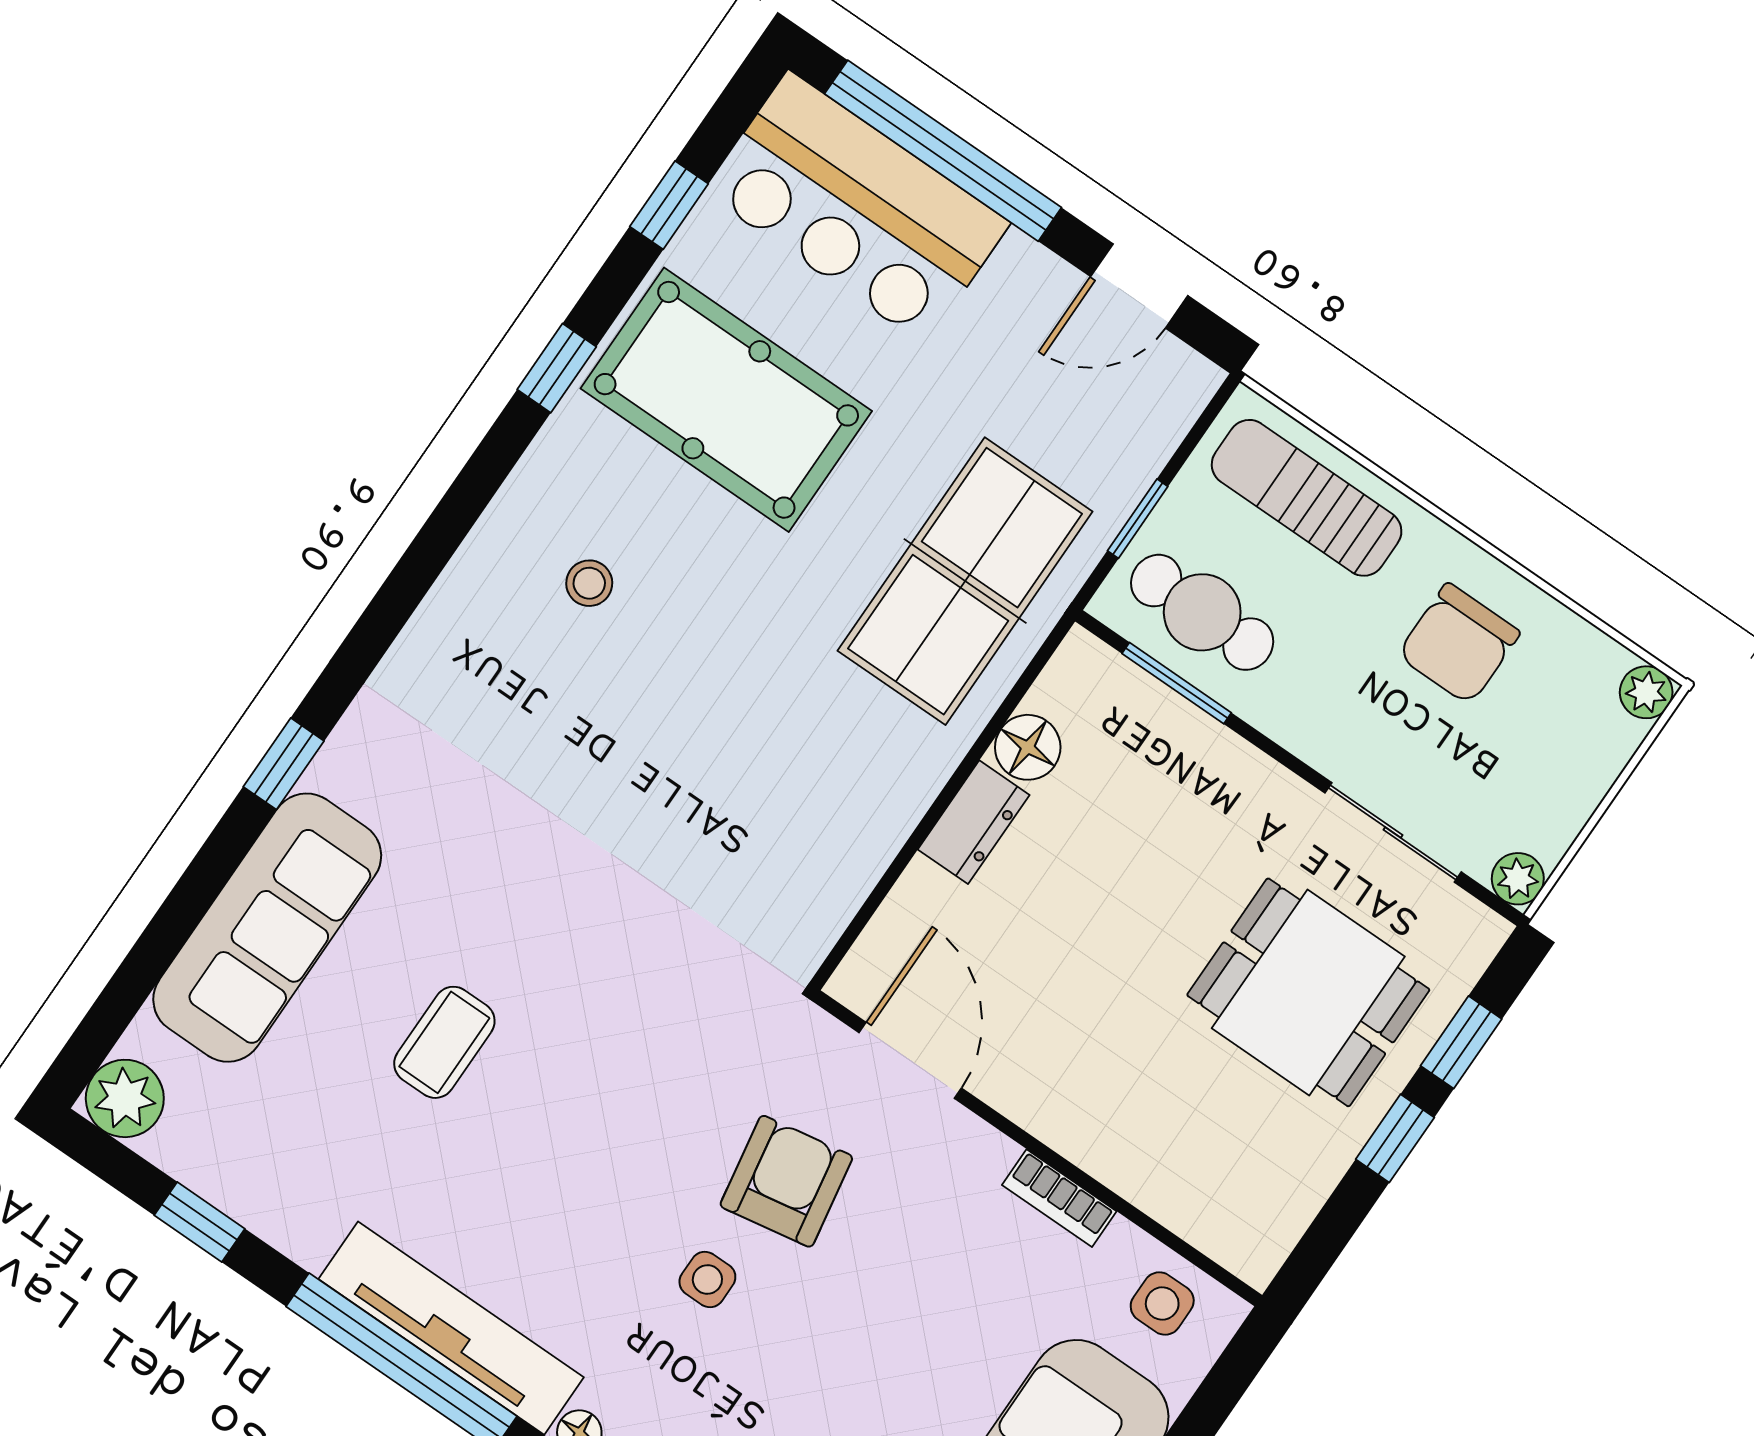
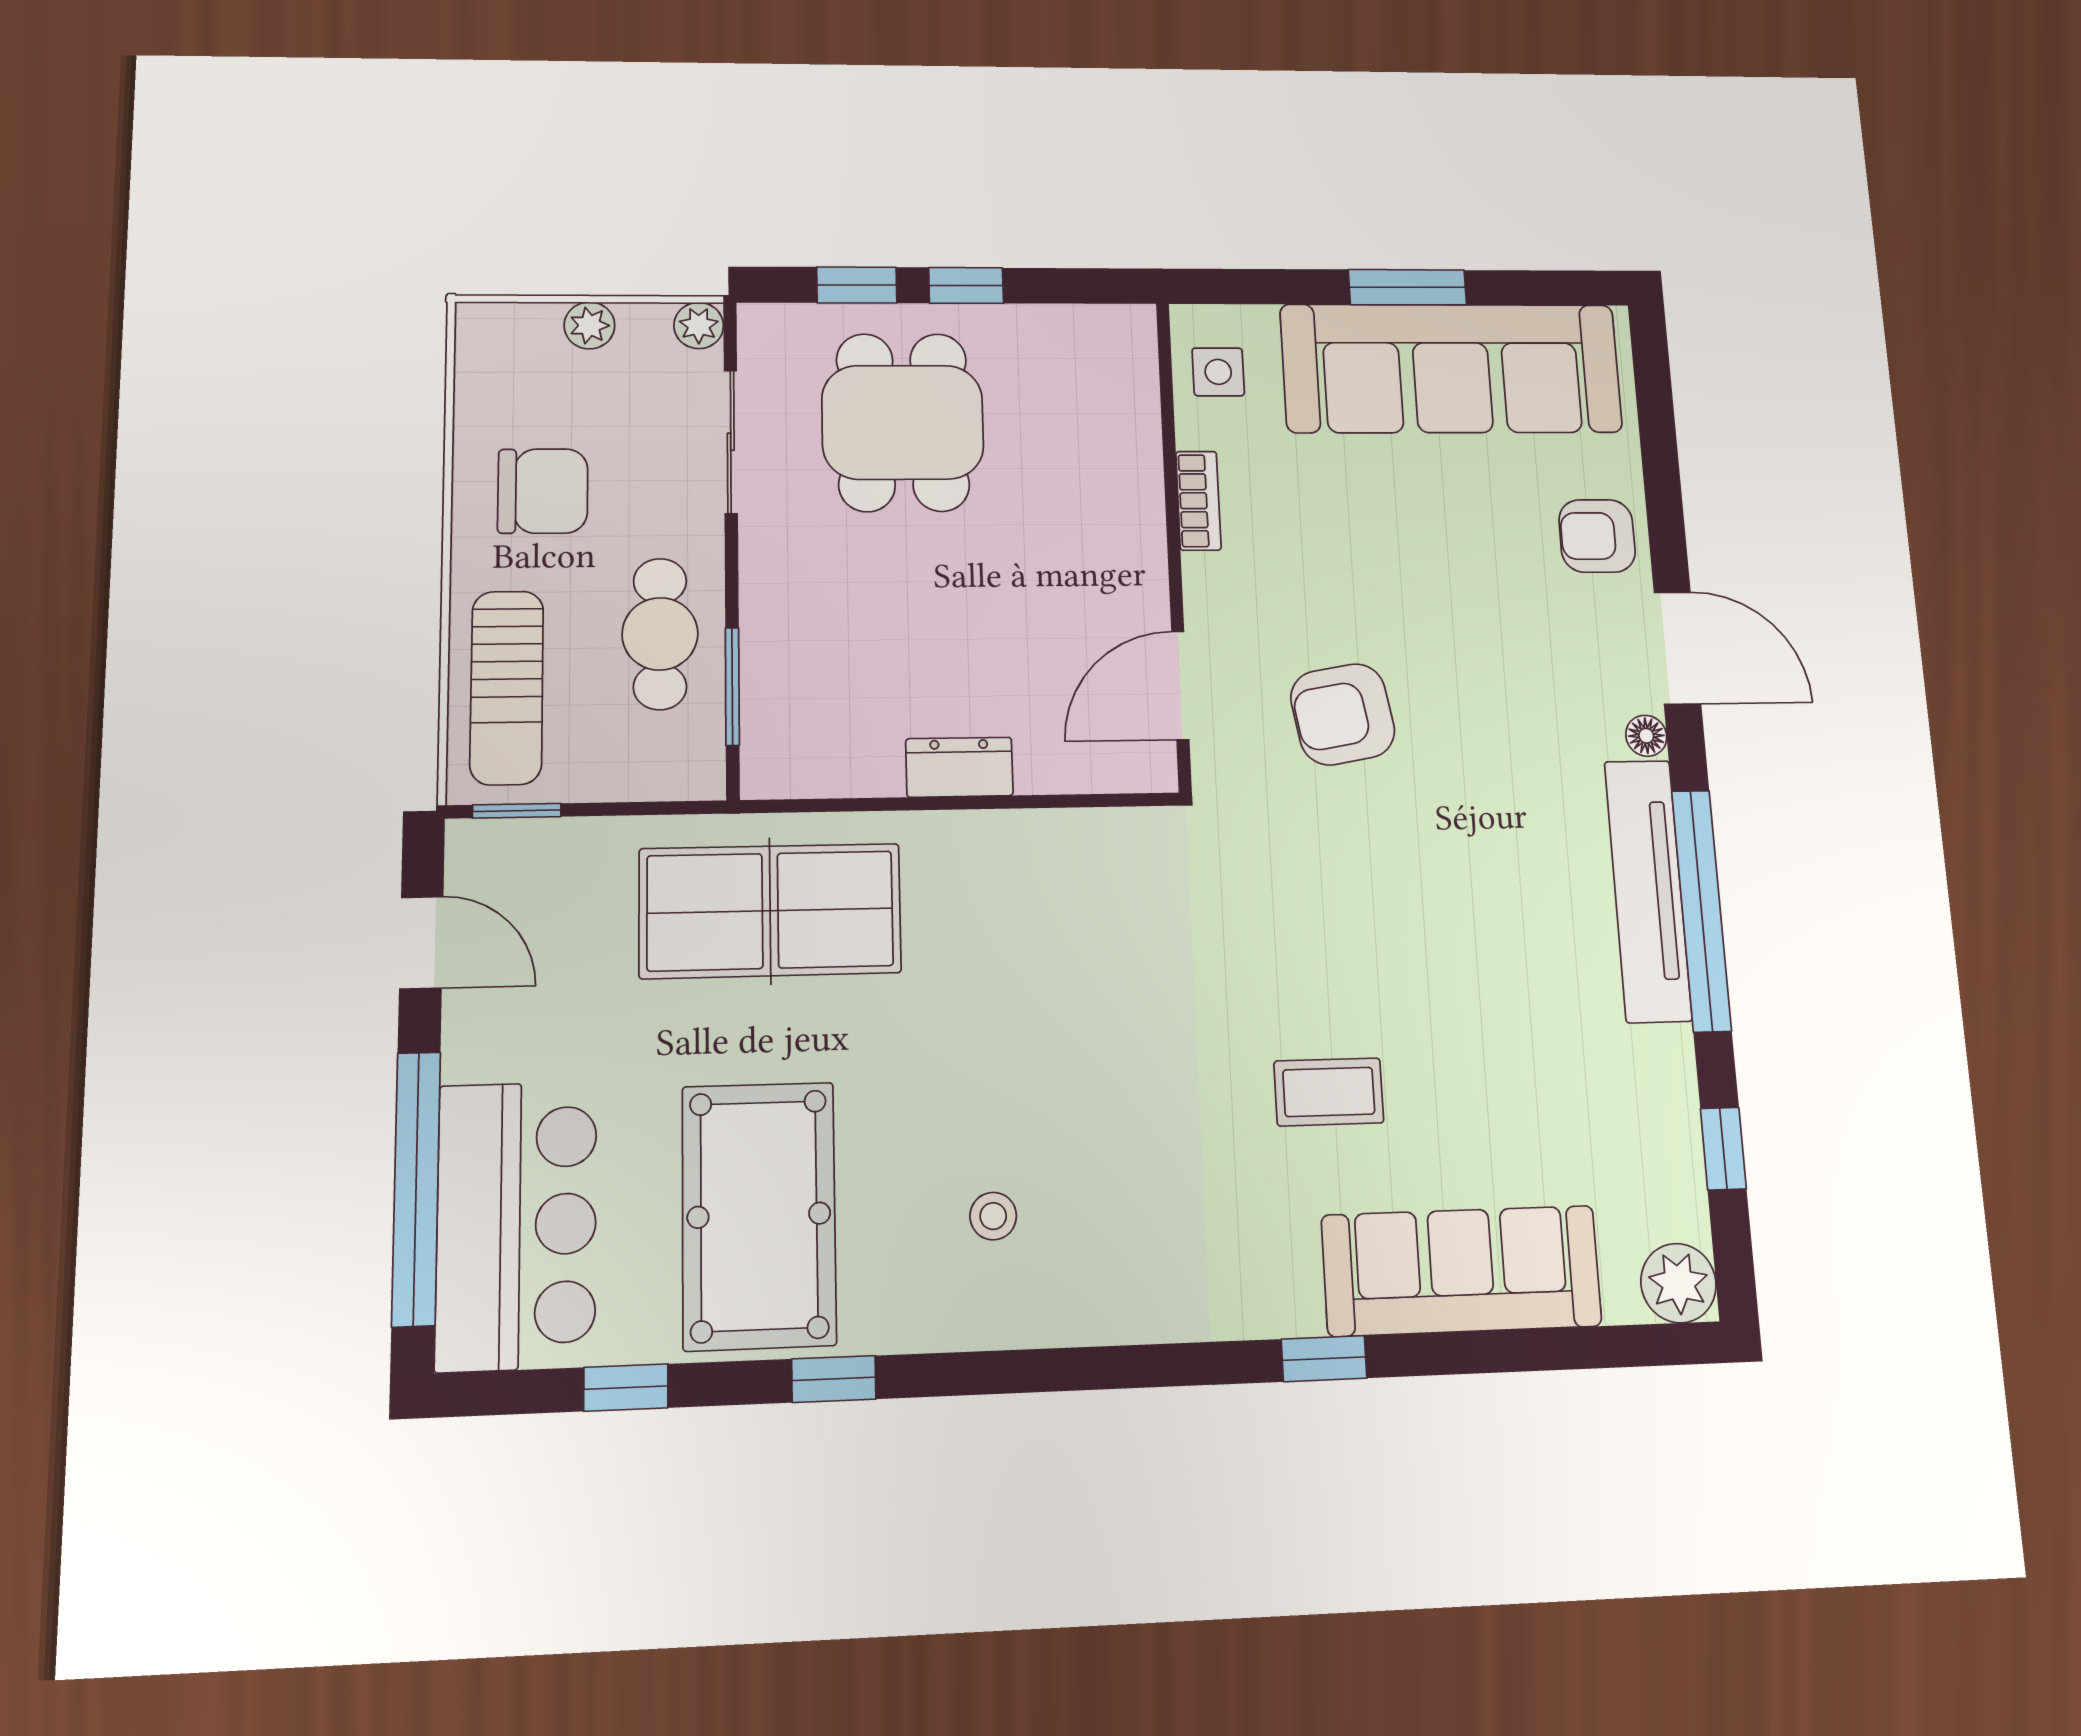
window: (1138, 519) -> (517, 811), moved
cafe table: (1202, 612) -> (660, 634), moved
plant: (1646, 692) -> (589, 325), moved
floor lamp: (1028, 747) -> (869, 767), removed
coffee table: (444, 1042) -> (1329, 1092), moved
side table: (707, 1279) -> (1461, 721), removed

